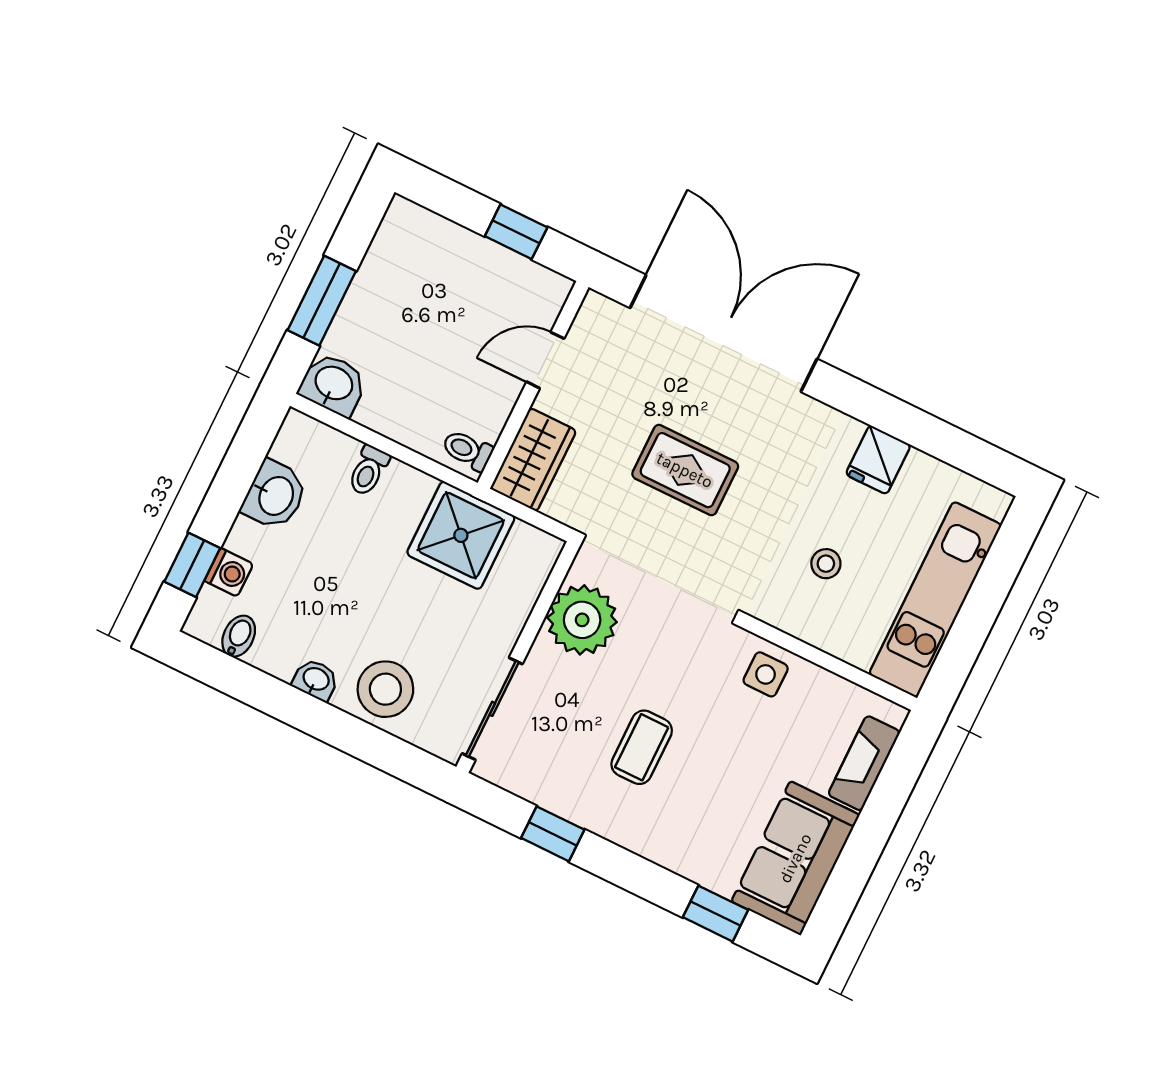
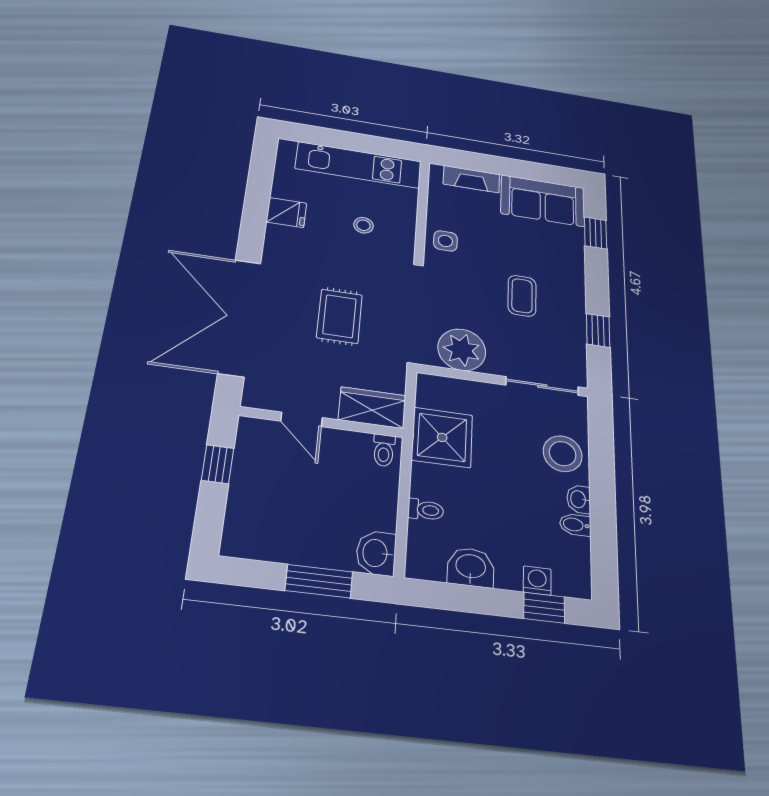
bidet: (239, 636) -> (575, 525), moved
coffee table: (642, 747) -> (522, 296), turned 90

